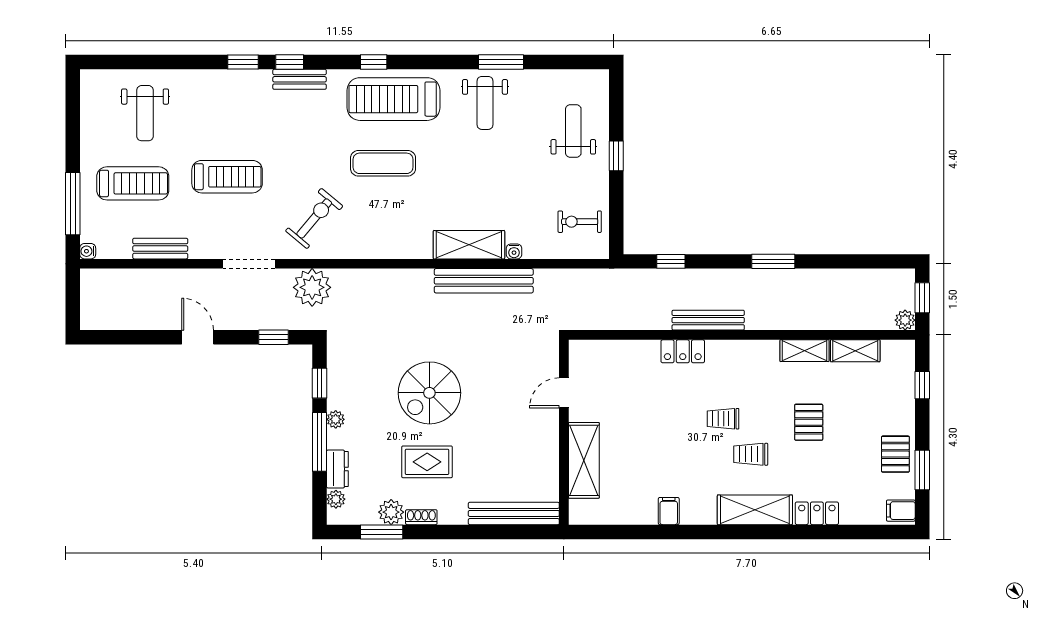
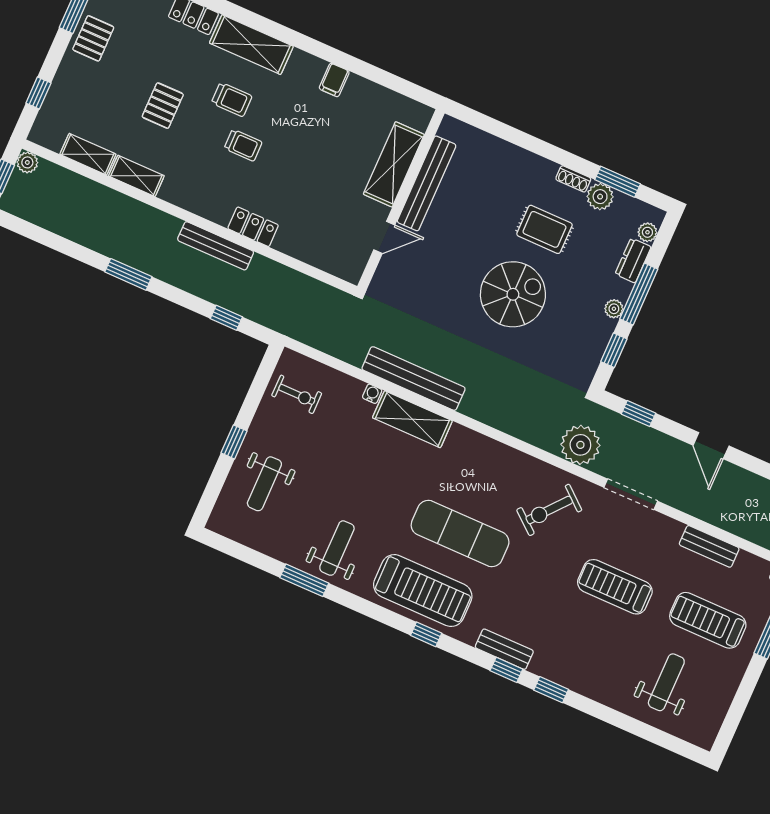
exercise mat: (383, 163) -> (460, 534), width x1.36, depth x1.45
bench: (514, 513) -> (427, 183), moved, turned 90

